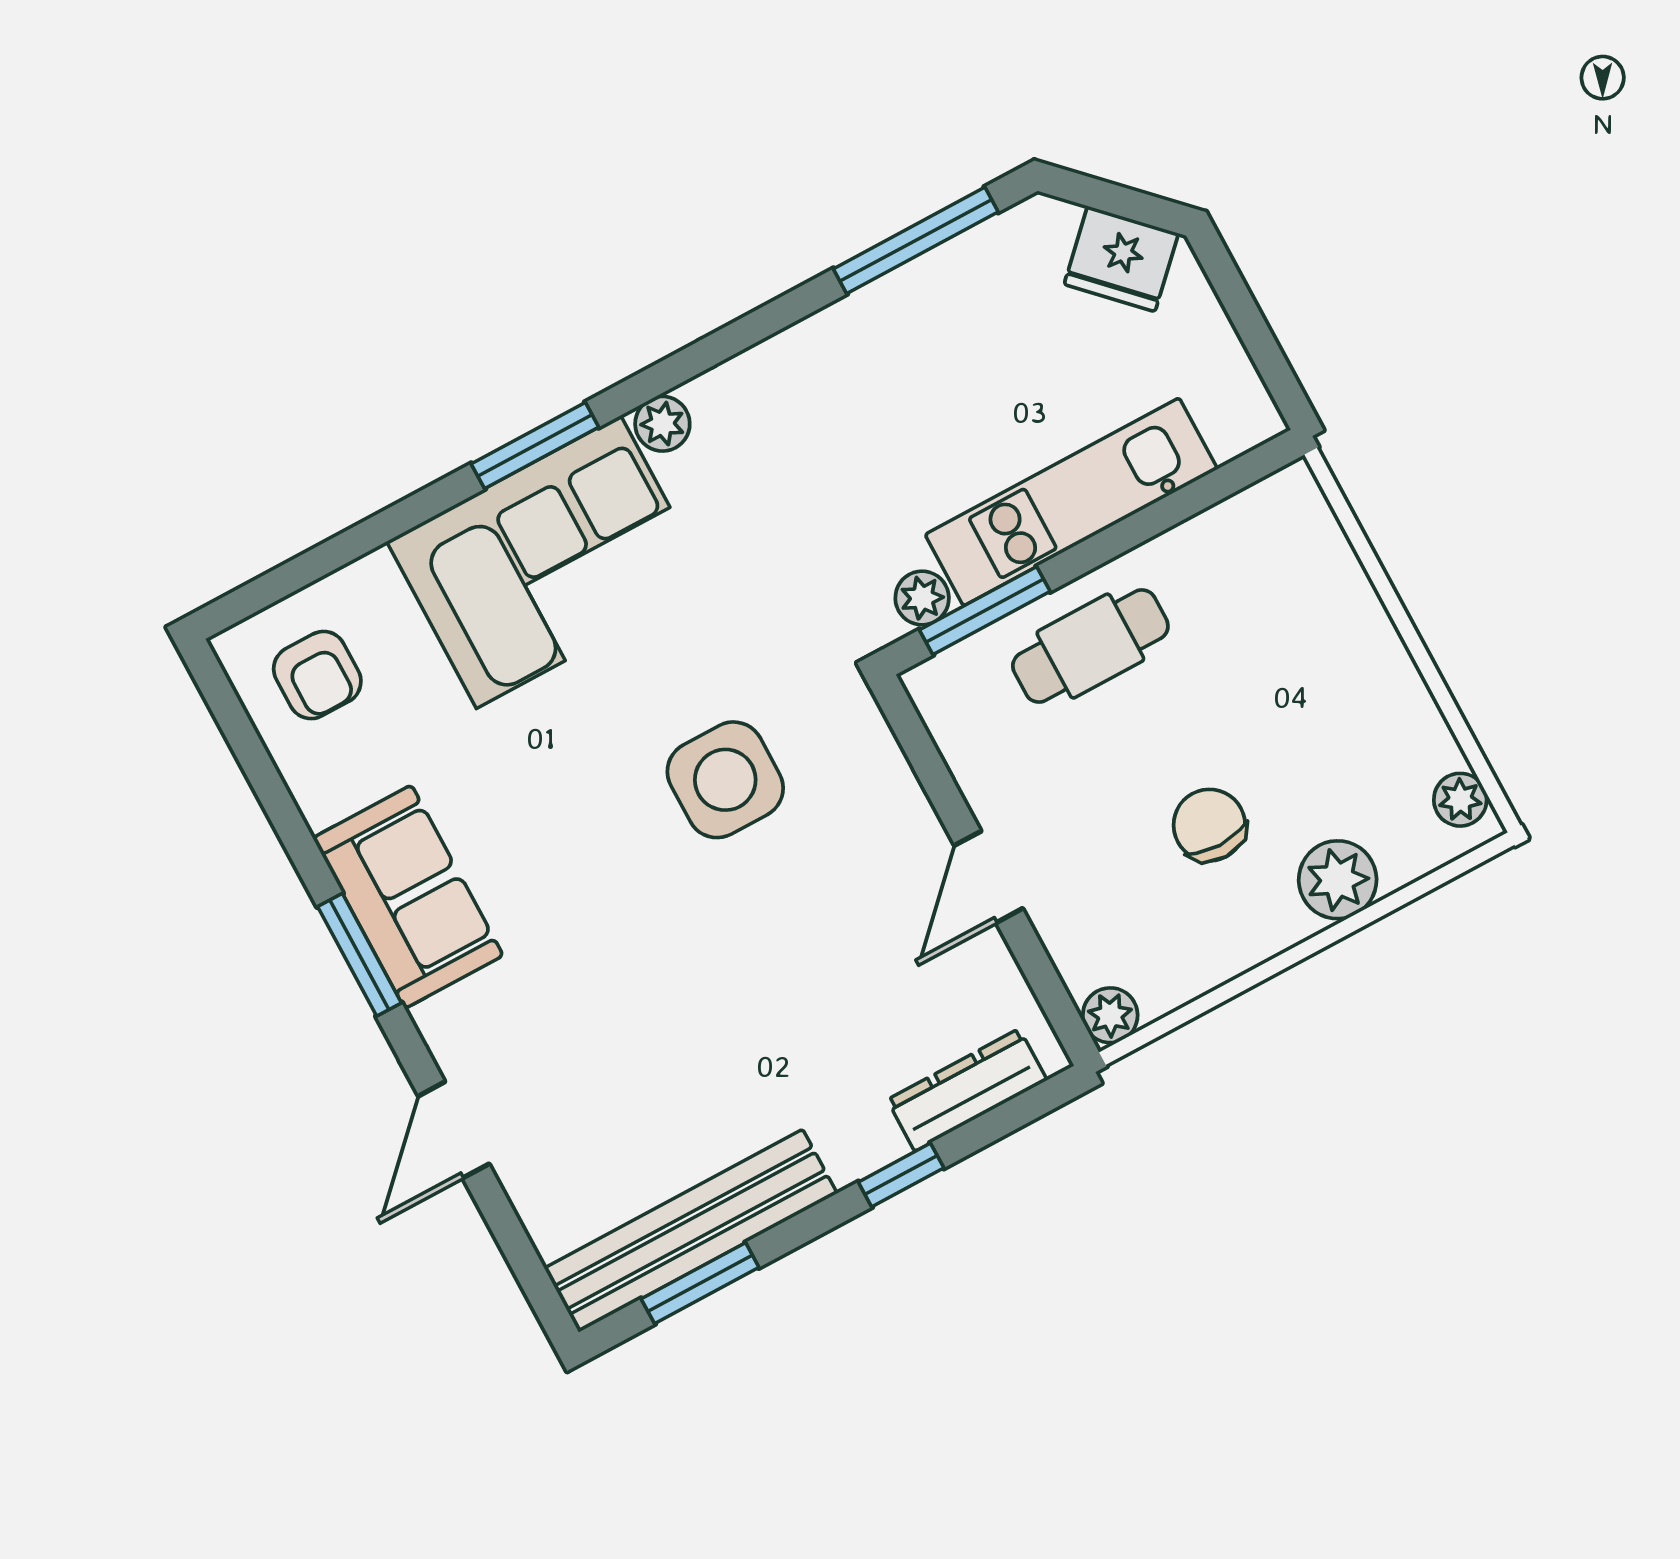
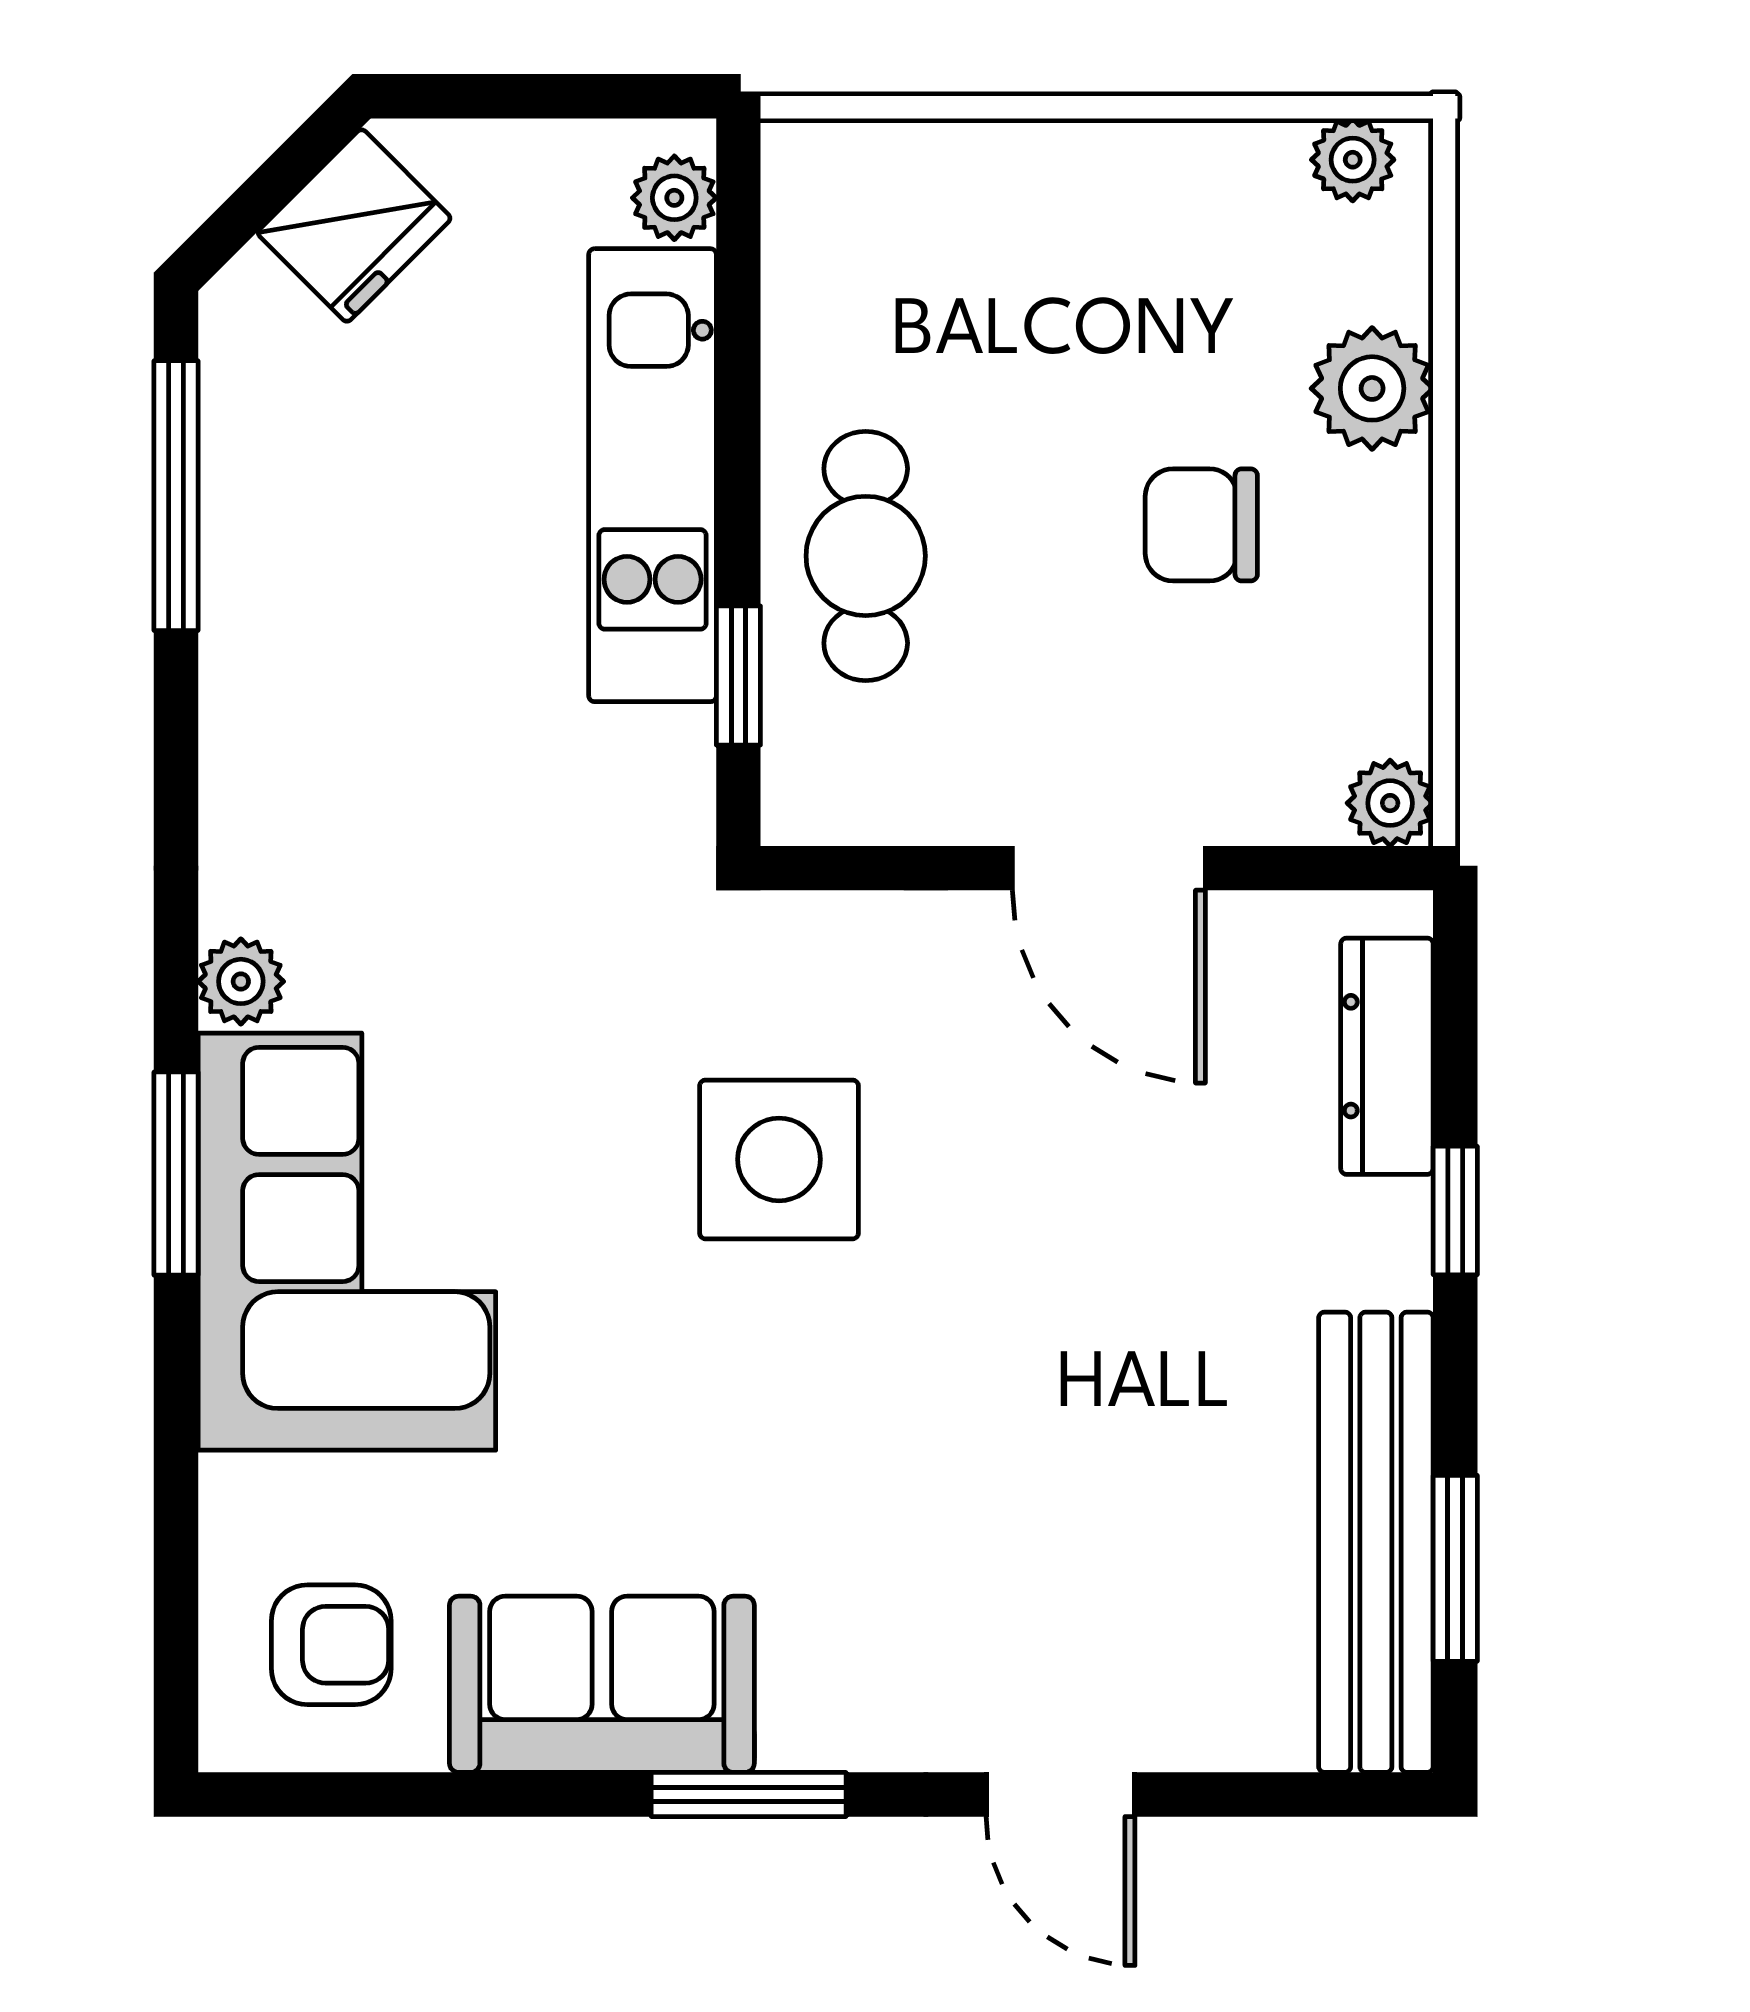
plant: (922, 598) -> (674, 198), moved
window: (985, 611) -> (738, 676), width x0.67
door: (989, 877) -> (1109, 868), width x1.38
sofa: (408, 897) -> (602, 1684), moved

